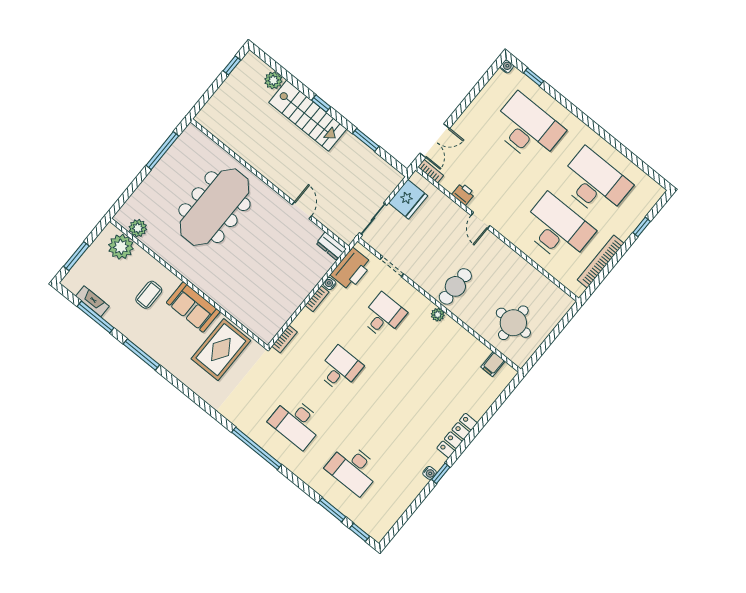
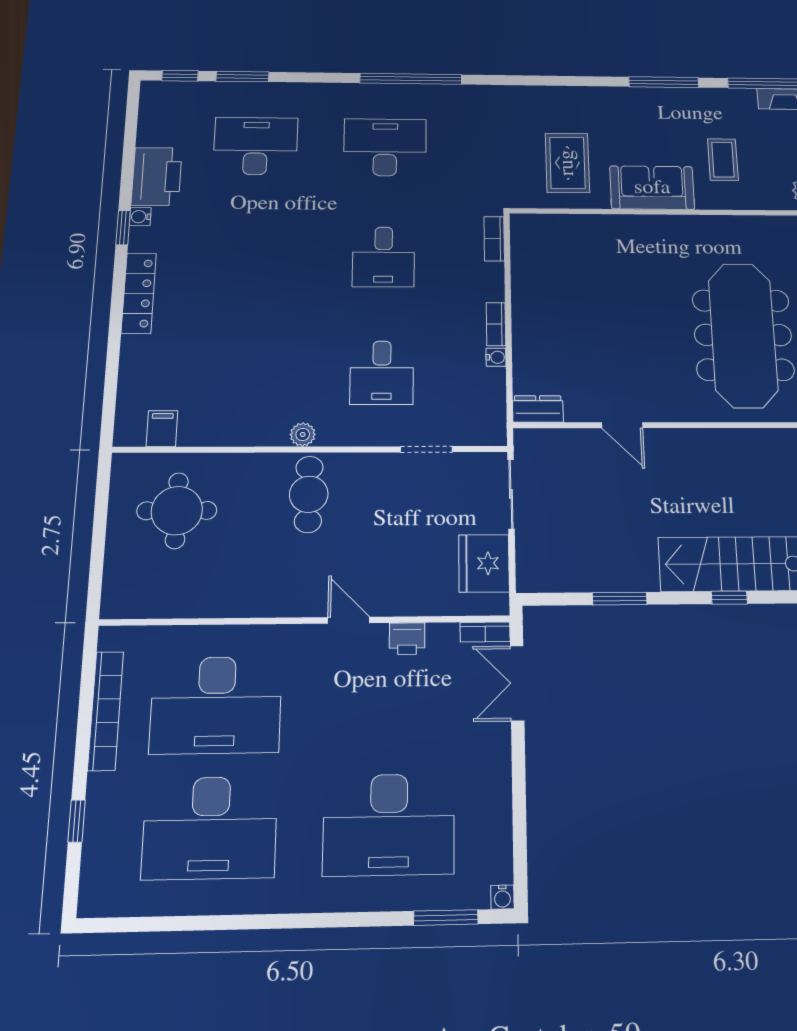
window: (534, 77) -> (446, 918), width x1.50
printer: (351, 269) -> (157, 176), moved, turned 180
rug: (221, 350) -> (567, 163), width x0.73, depth x0.70

